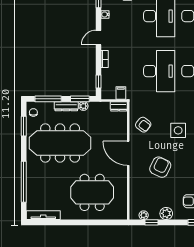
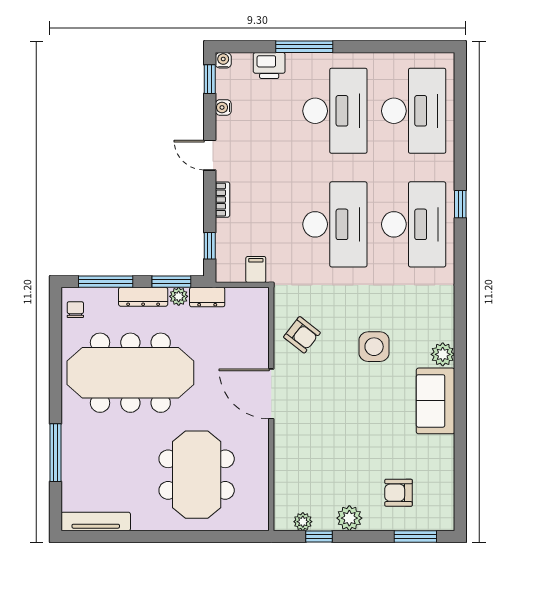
door: (99, 38) -> (210, 155), hinge flipped
dresser: (119, 106) -> (207, 297), moved
window: (24, 126) -> (55, 338), removed
armchair: (160, 167) -> (337, 422), removed
window: (24, 182) -> (55, 453), width x0.68
meeting table: (92, 192) -> (197, 475), turned 90

